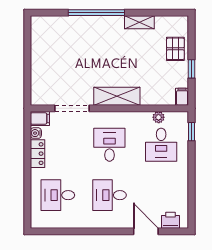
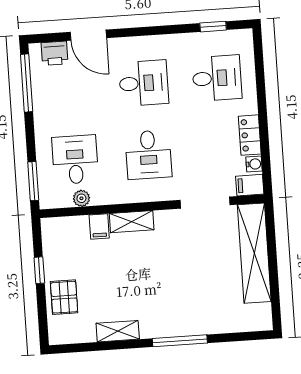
window: (96, 13) -> (180, 341), width x0.68
shelving: (40, 71) -> (254, 253), added
shelving: (117, 96) -> (132, 222), width x0.67, depth x0.75
filing cabinet: (182, 97) -> (99, 226), moved
window: (192, 132) -> (33, 181), width x1.50
window: (192, 201) -> (27, 83), added
window: (58, 231) -> (213, 27), added

